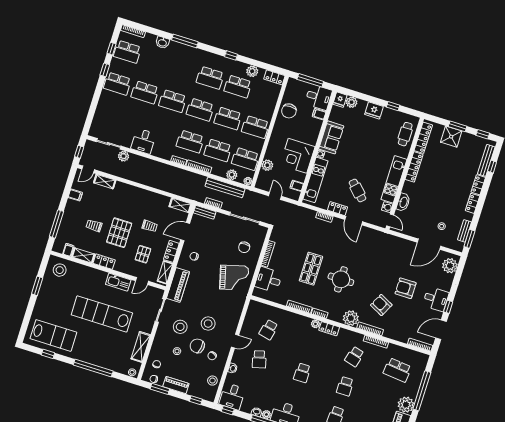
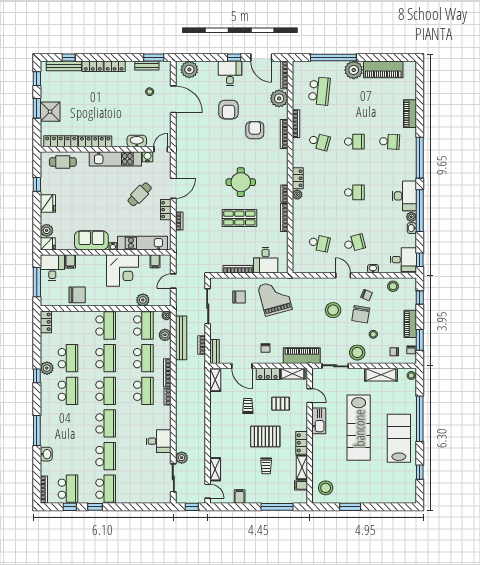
plant: (252, 71) -> (47, 368), moved
armchair: (381, 305) -> (255, 130), turned 153
plant: (351, 318) -> (279, 98), moved
stool: (180, 327) -> (357, 353), moved
lab bench: (53, 335) -> (399, 438), moved

